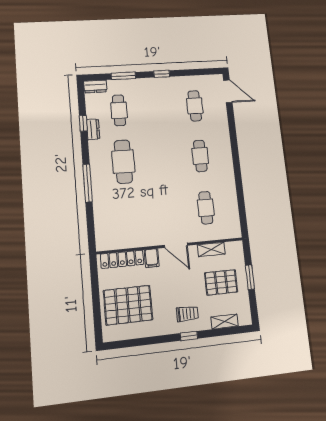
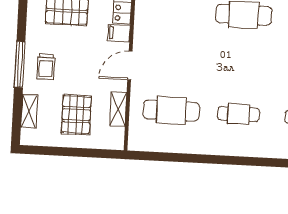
cafe table: (206, 208) -> (171, 111), width x1.37, depth x1.35
window: (250, 277) -> (77, 152), removed
window: (189, 336) -> (20, 65), width x2.17

